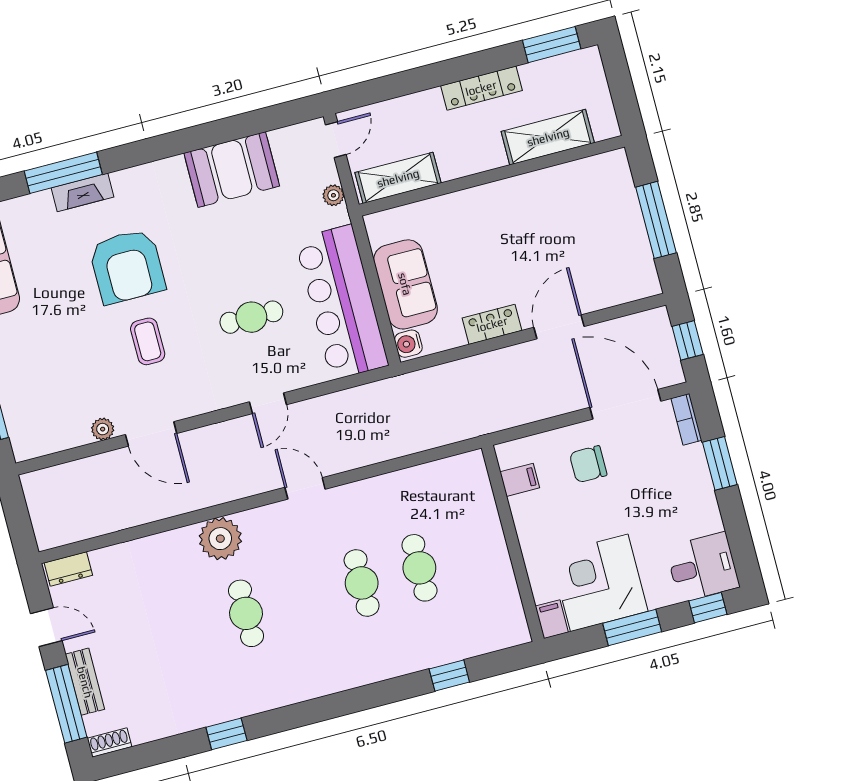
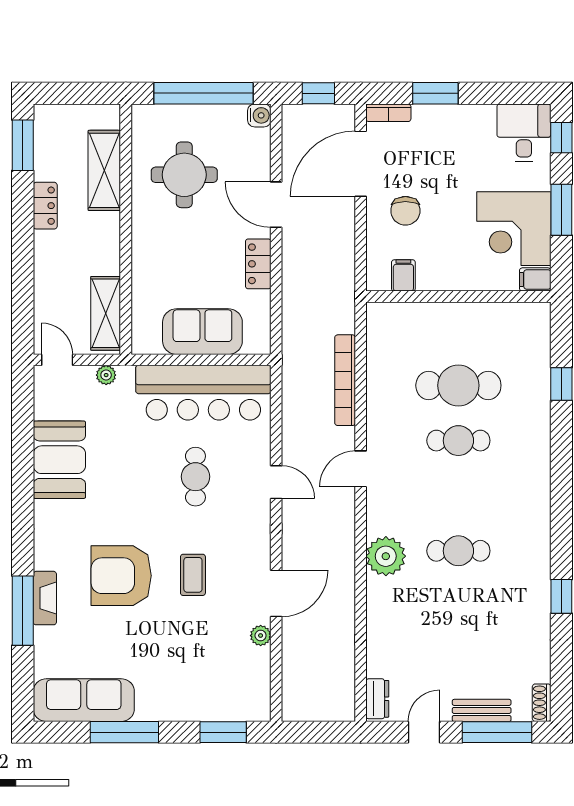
locker: (481, 88) -> (45, 206), width x0.66
window: (656, 220) -> (204, 93), width x1.46
round table: (565, 222) -> (184, 175), added
armchair: (127, 266) -> (121, 576), turned 180
coffee table: (148, 341) -> (193, 575), turned 90
water cooler: (408, 344) -> (259, 115), moved, turned -90
bookcase: (394, 447) -> (345, 380), added
cafe table: (419, 568) -> (458, 385), width x1.37, depth x1.35

